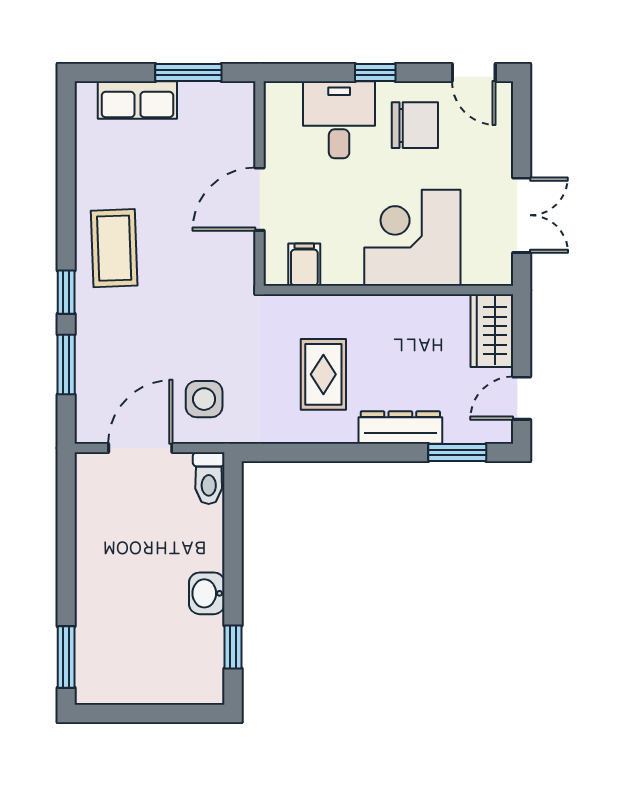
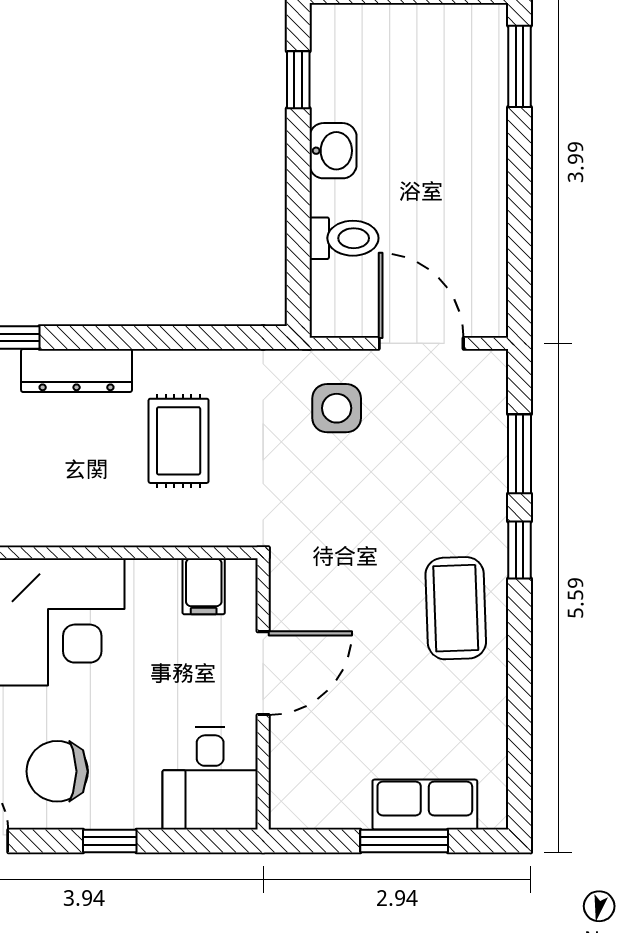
window: (188, 73) -> (404, 841), moved
desk: (339, 120) -> (210, 778), moved
door: (140, 448) -> (421, 343), swing flipped
toilet: (209, 478) -> (344, 238), moved, turned 90

